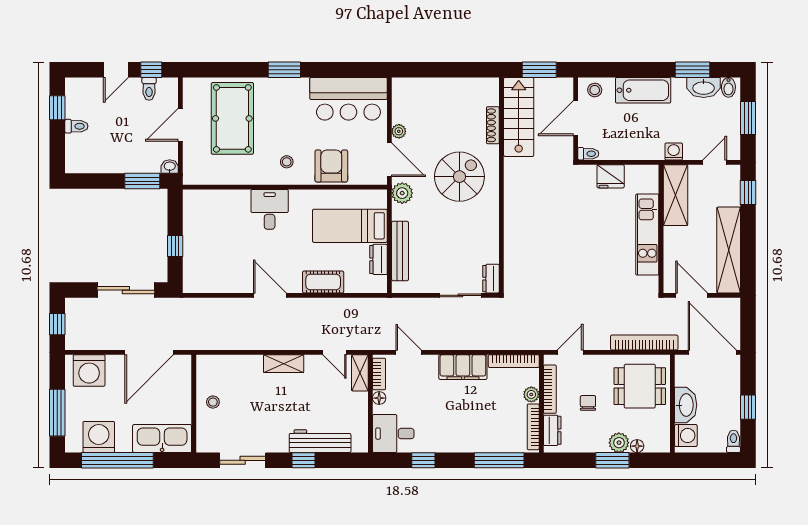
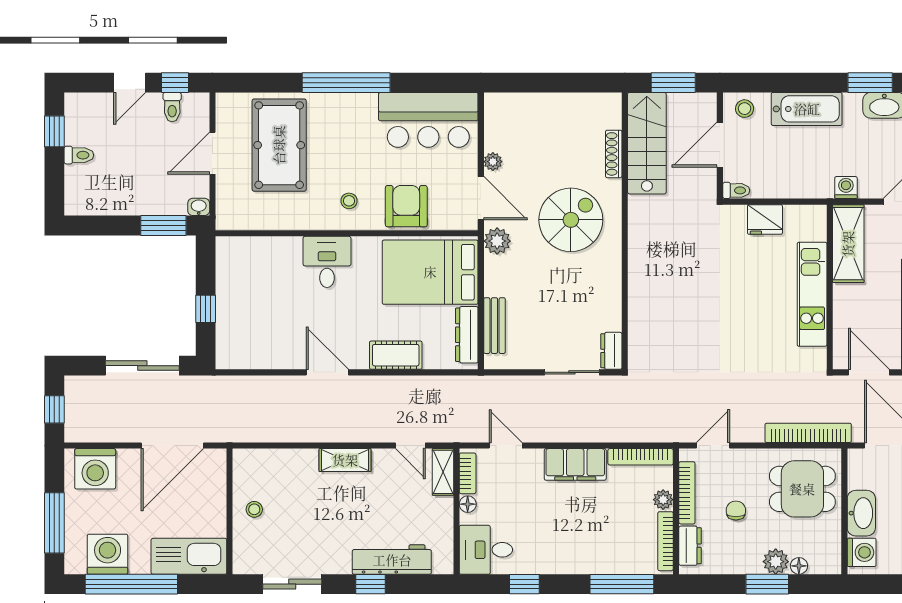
window: (284, 70) -> (346, 83), width x2.11
bed: (350, 226) -> (430, 272), width x1.50
bench: (400, 251) -> (494, 326), width x0.73
dresser: (378, 259) -> (467, 335), width x1.44

